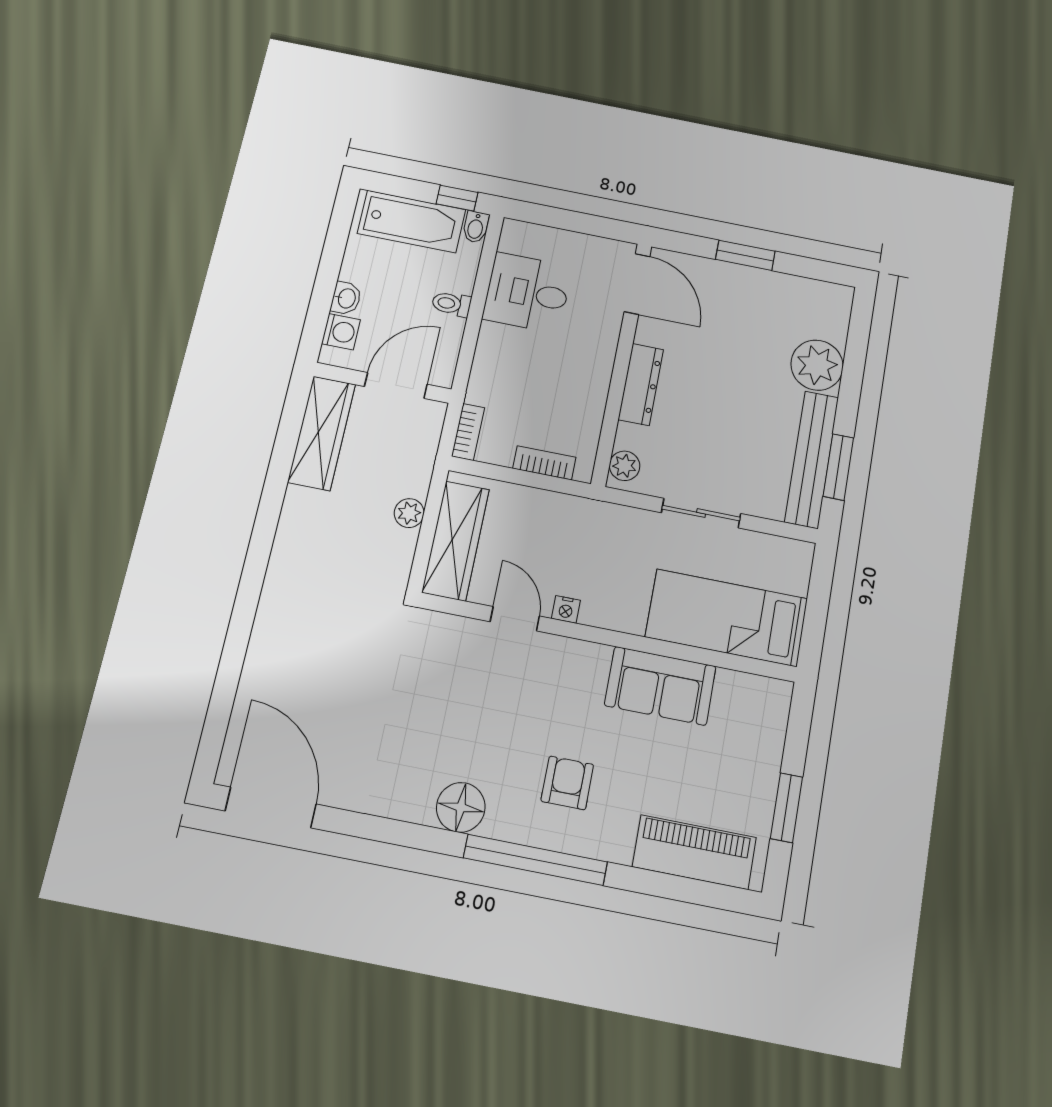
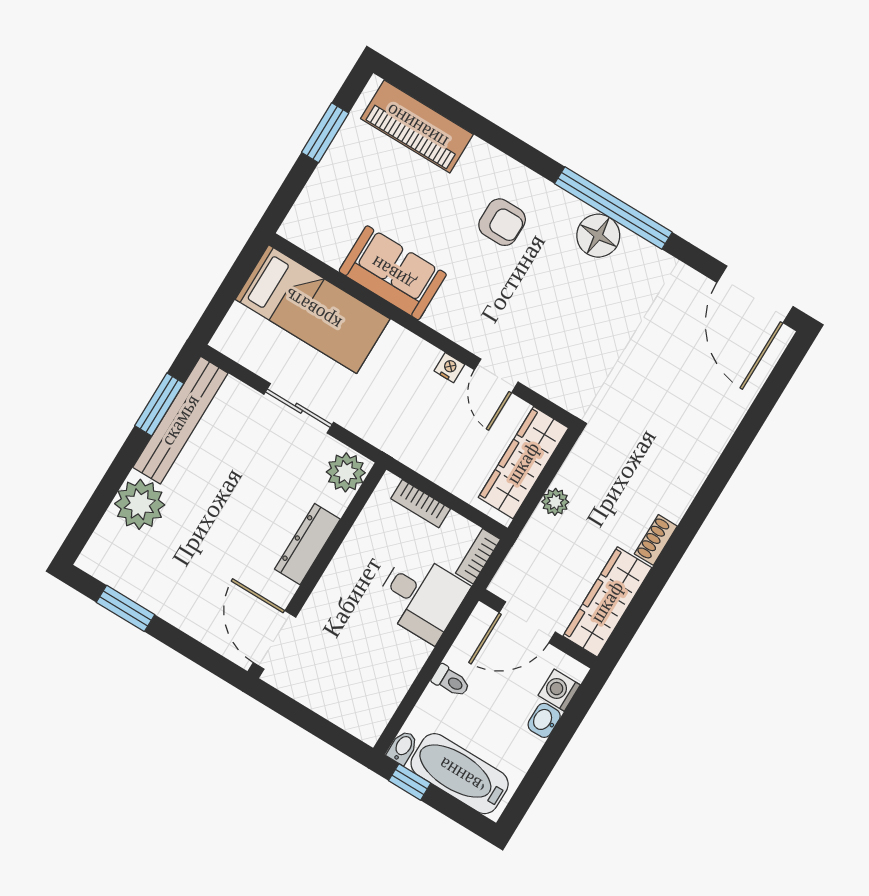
window: (745, 255) -> (125, 608), moved
desk: (527, 293) -> (421, 597), moved
plant: (625, 466) -> (346, 472), width x1.38, depth x1.38
shoe rack: (293, 512) -> (656, 540), added
armchair: (567, 783) -> (502, 222), turned -90
window: (535, 860) -> (613, 208), moved

